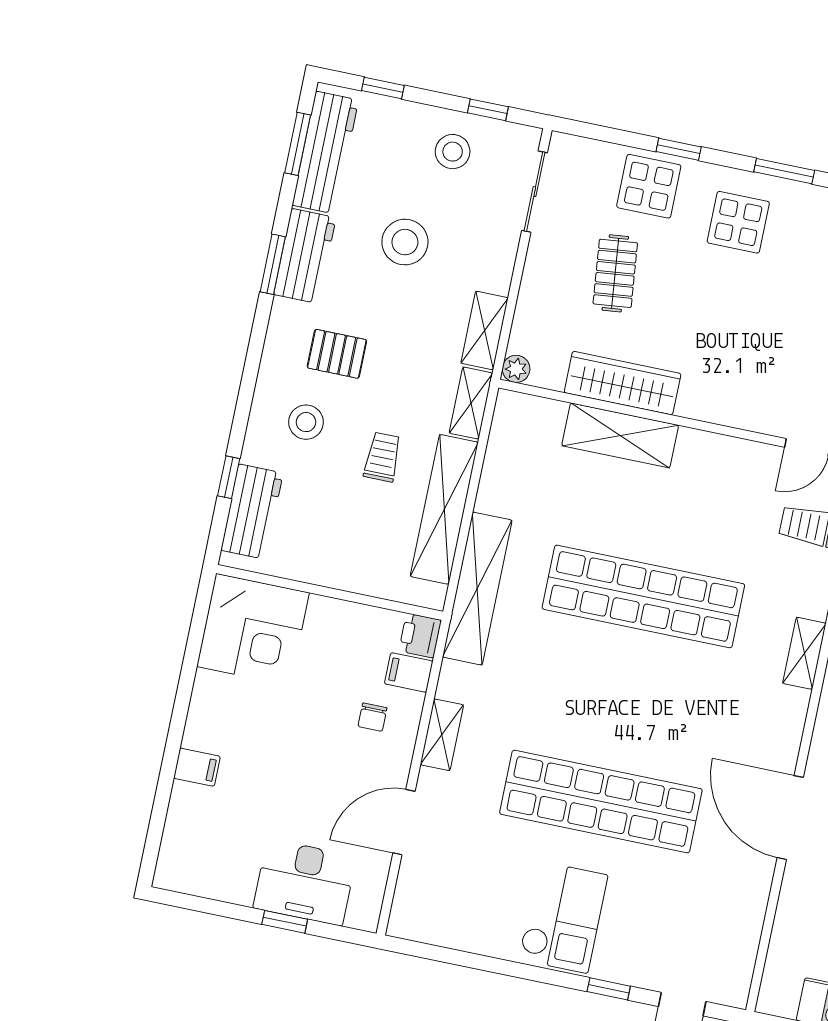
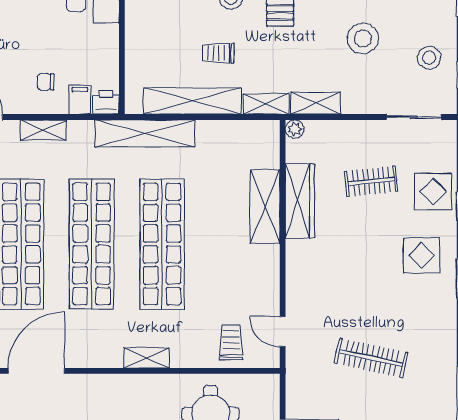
trolley: (382, 457) -> (218, 53), turned 180
shop shelf: (622, 699) -> (92, 244), added

